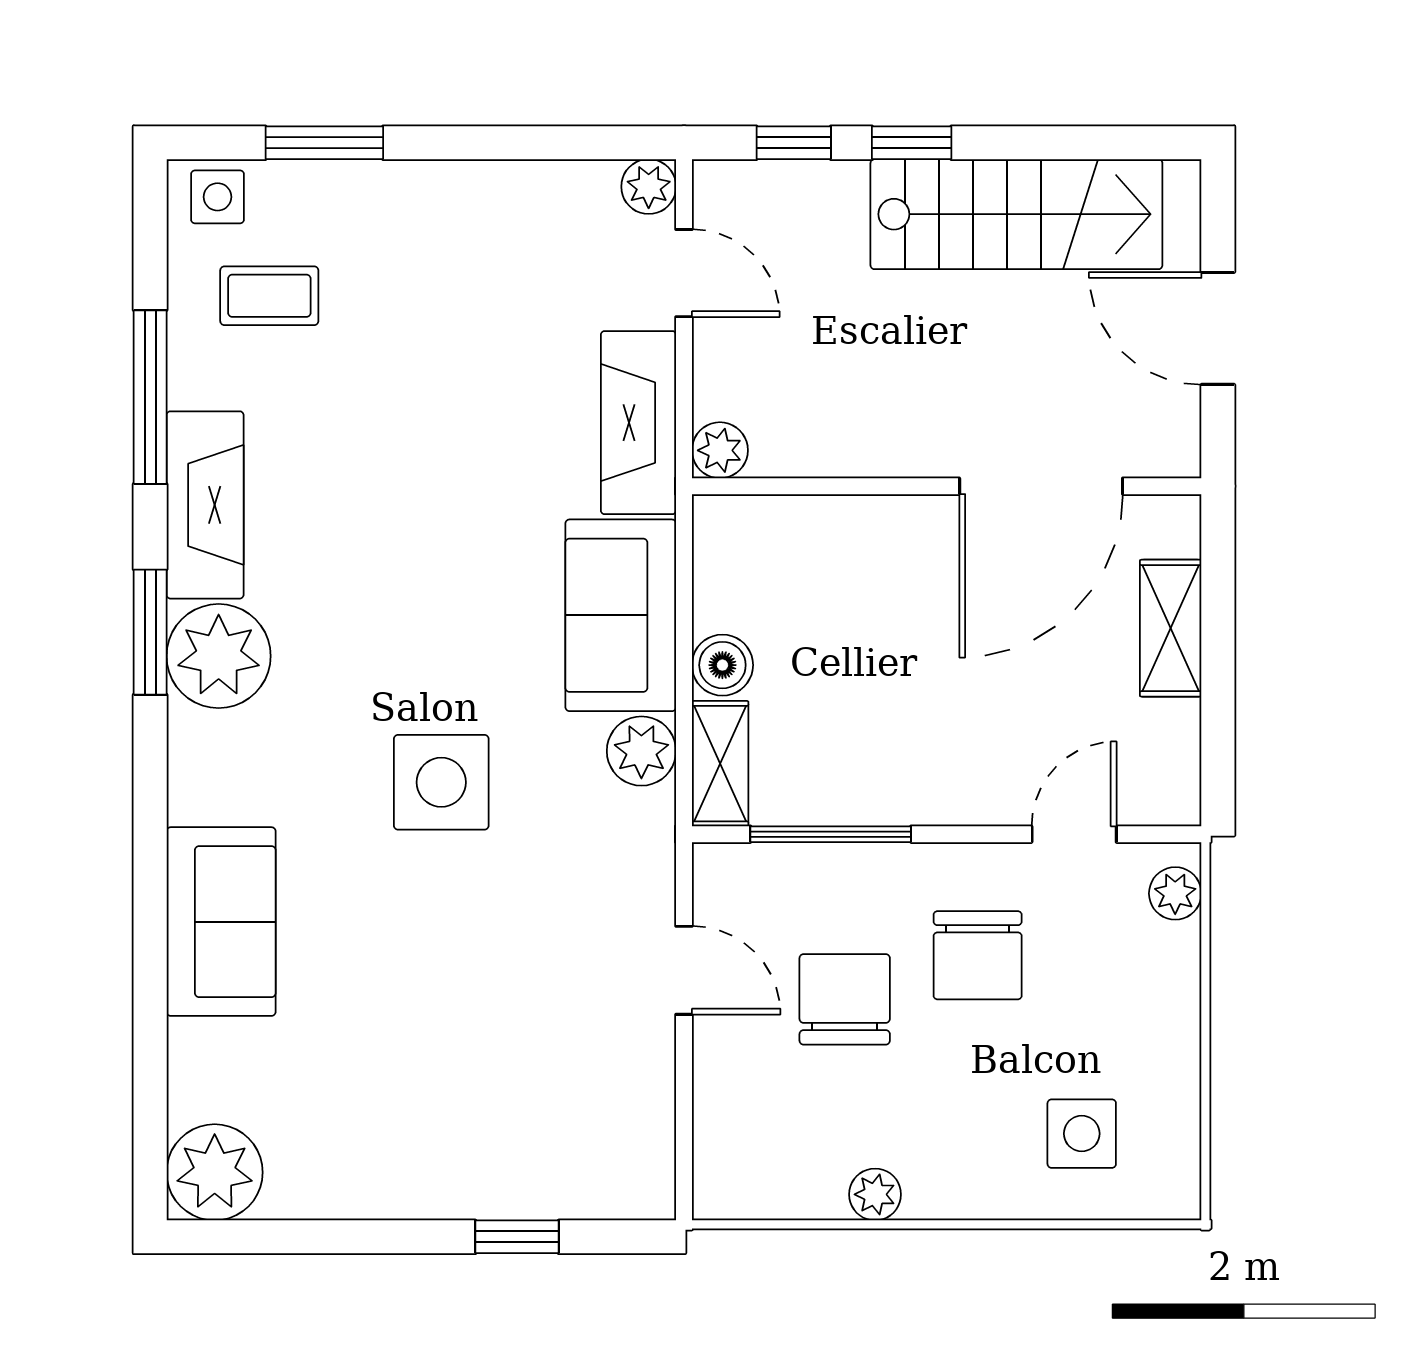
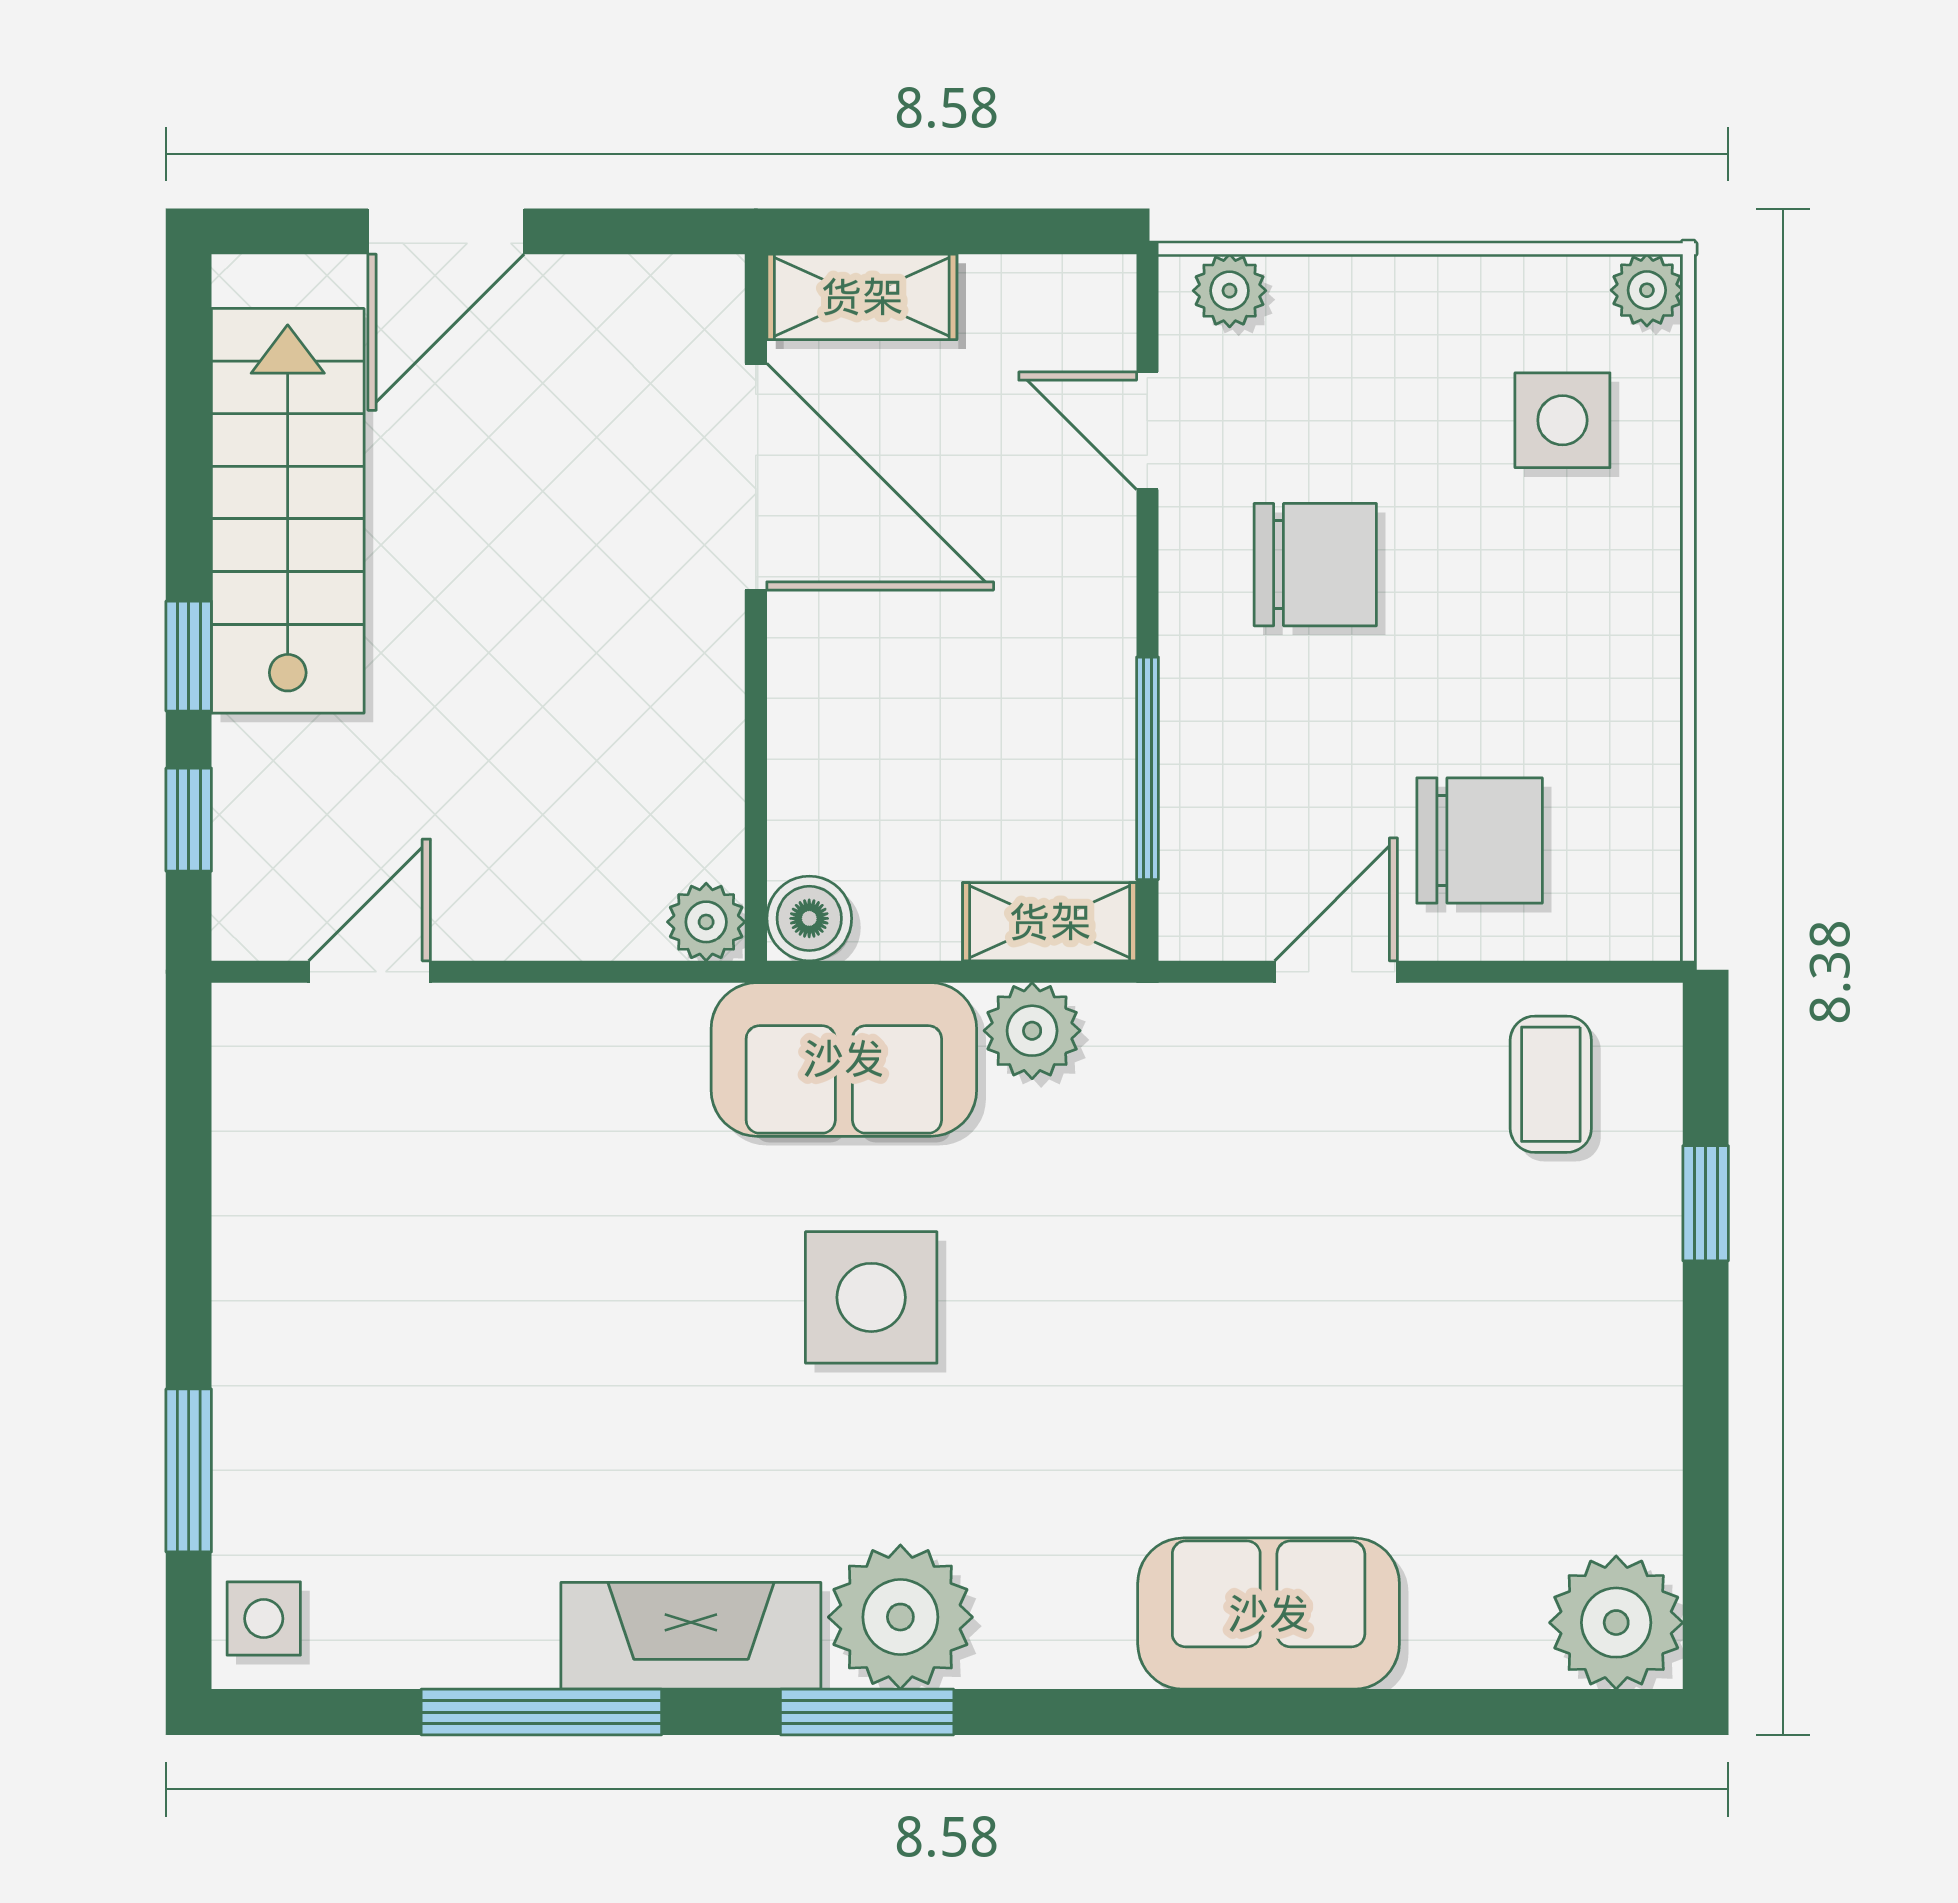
plant: (649, 187) -> (249, 1021), removed
coffee table: (269, 296) -> (1551, 1084), moved
fireplace: (638, 423) -> (577, 1035), removed
plant: (720, 450) -> (706, 922), moved
wall: (947, 486) -> (756, 608), moved
door: (1041, 486) -> (756, 477), moved
boiler: (722, 665) -> (809, 918), moved
side table: (441, 782) -> (871, 1297), moved
chair: (845, 999) -> (1480, 840), moved, turned 180
plant: (875, 1194) -> (1647, 290), moved

